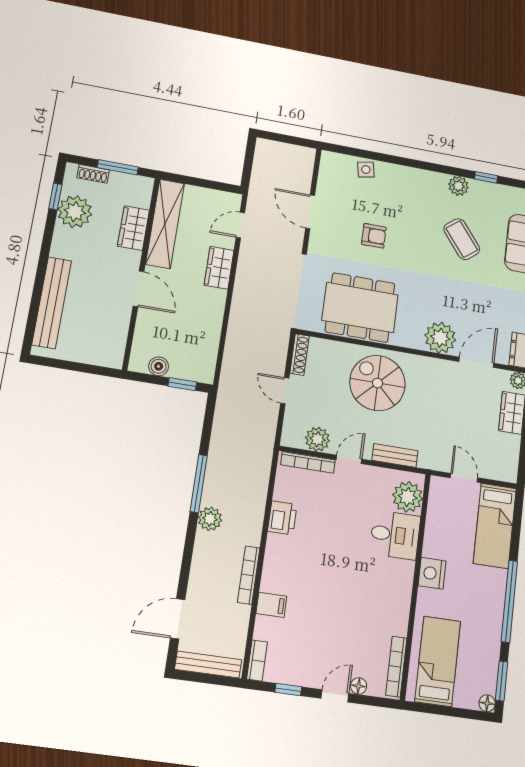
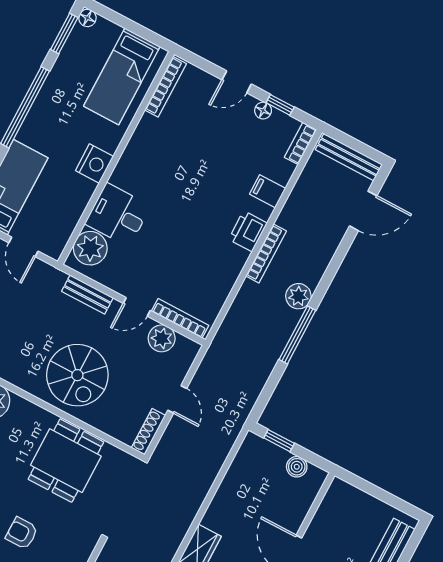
dining table: (360, 307) -> (66, 461), width x0.73
printer: (282, 518) -> (248, 231), moved
bookcase: (249, 575) -> (266, 253), moved
floor lamp: (359, 686) -> (263, 111), moved

